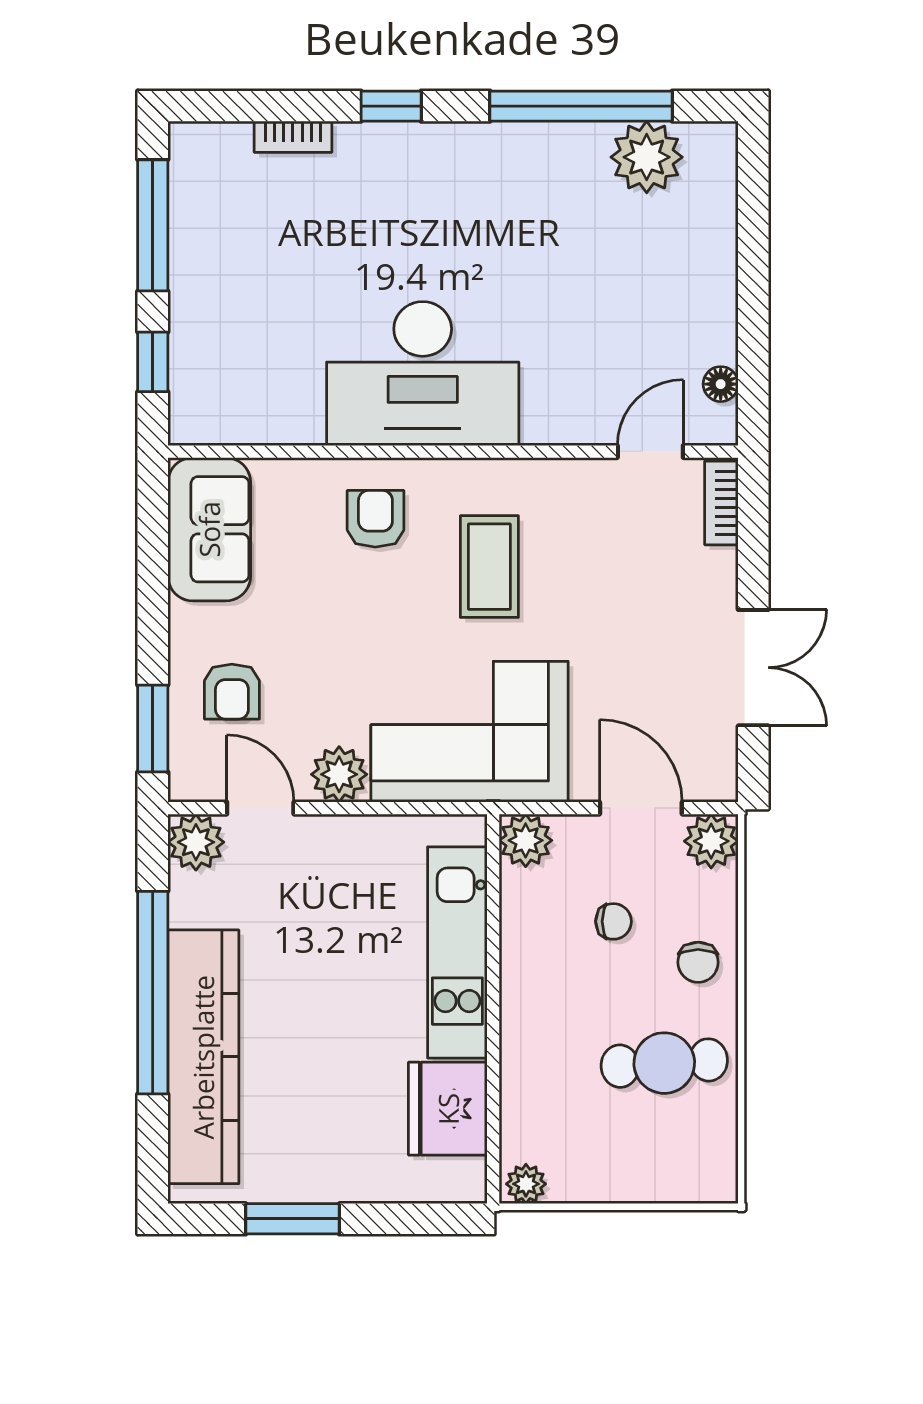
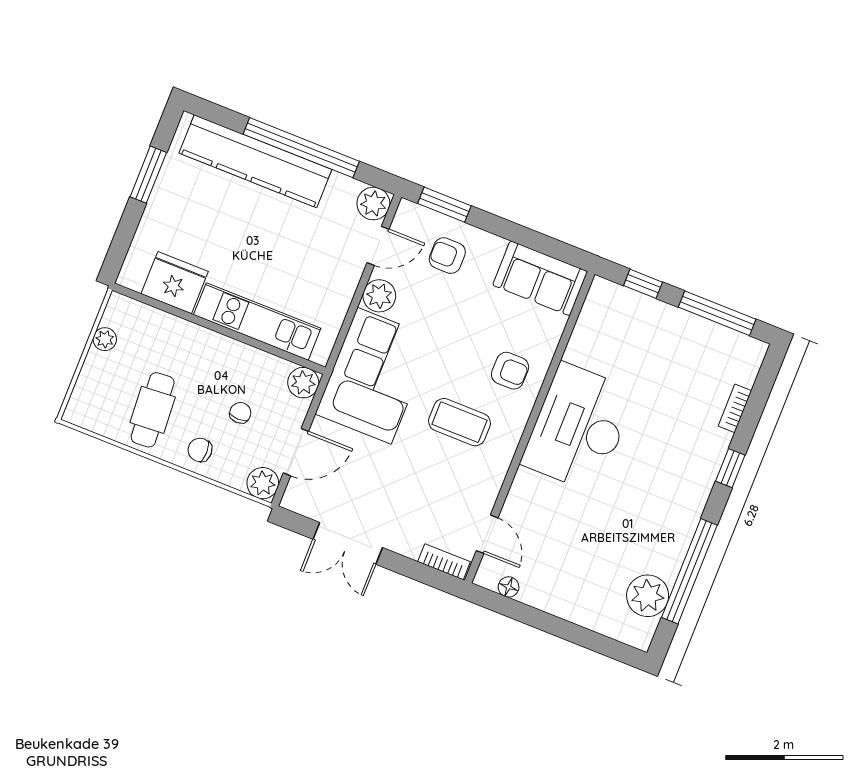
chair: (613, 921) -> (240, 413), turned 180
plant: (526, 1184) -> (105, 339), moved

